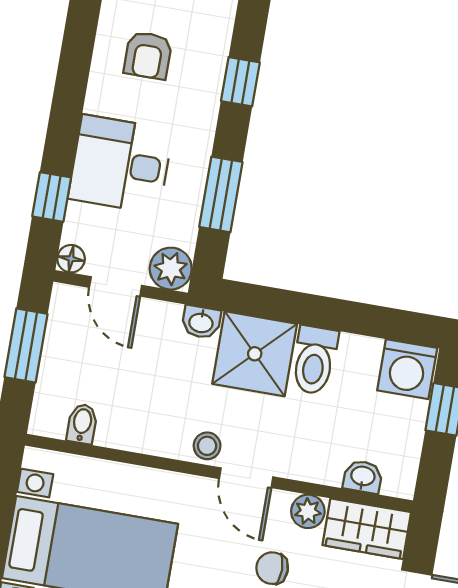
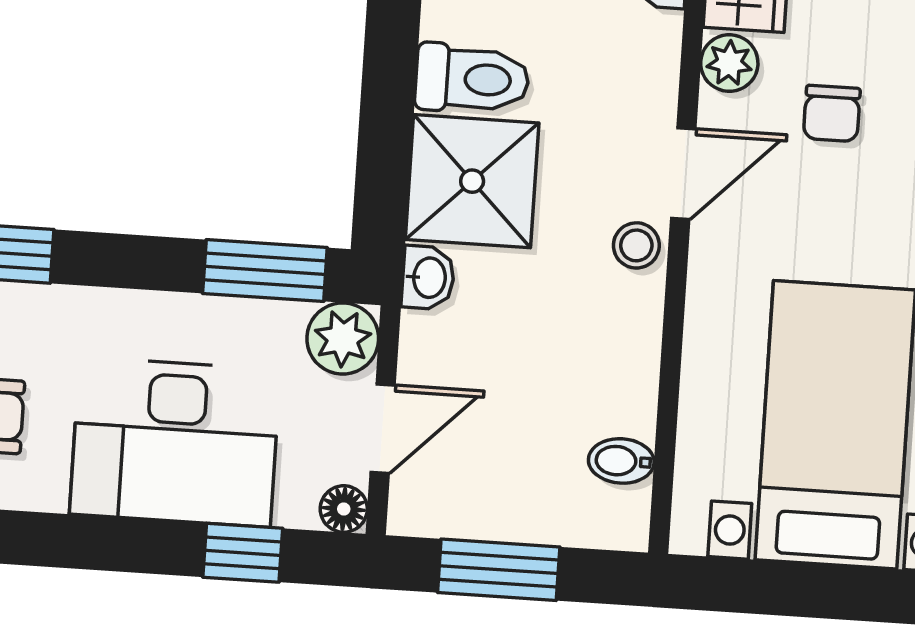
desk: (121, 164) -> (175, 442), width x1.37
window: (221, 194) -> (265, 271), moved

